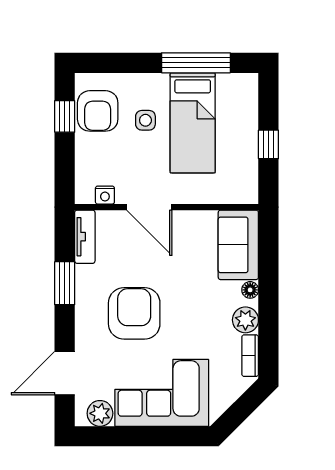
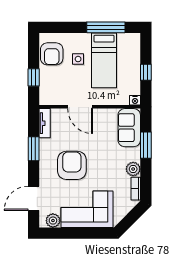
window: (65, 116) -> (34, 77), moved
nightstand: (105, 195) -> (135, 100), moved
window: (268, 277) -> (146, 145), added
floor lamp: (250, 290) -> (136, 152), removed

